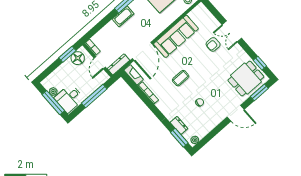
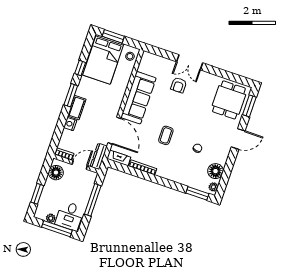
nightstand: (111, 26) -> (70, 124), added
window: (67, 54) -> (37, 194), moved
door: (100, 63) -> (80, 165), swing flipped
window: (260, 63) -> (234, 77), removed
dresser: (179, 125) -> (190, 182), removed
floor lamp: (203, 128) -> (215, 171), added

